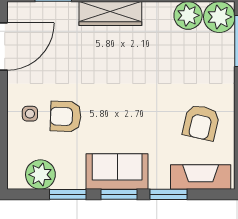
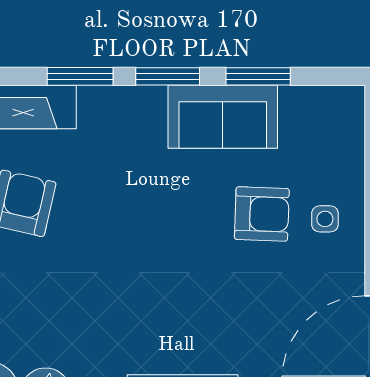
sofa: (117, 171) -> (223, 117), moved
plant: (40, 175) -> (306, 111), removed

